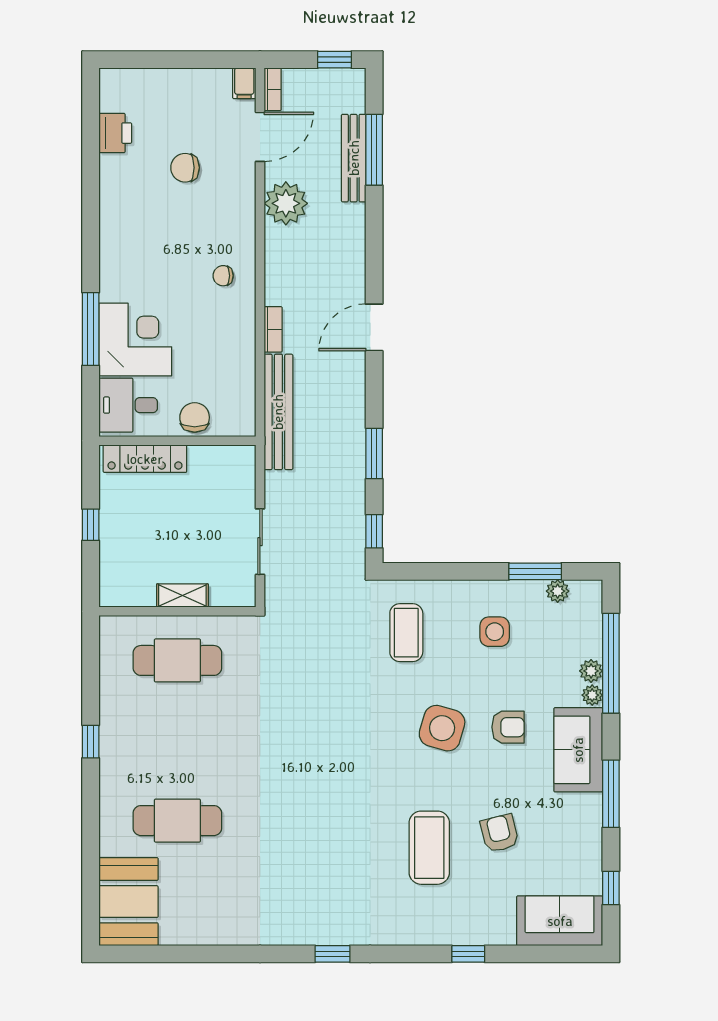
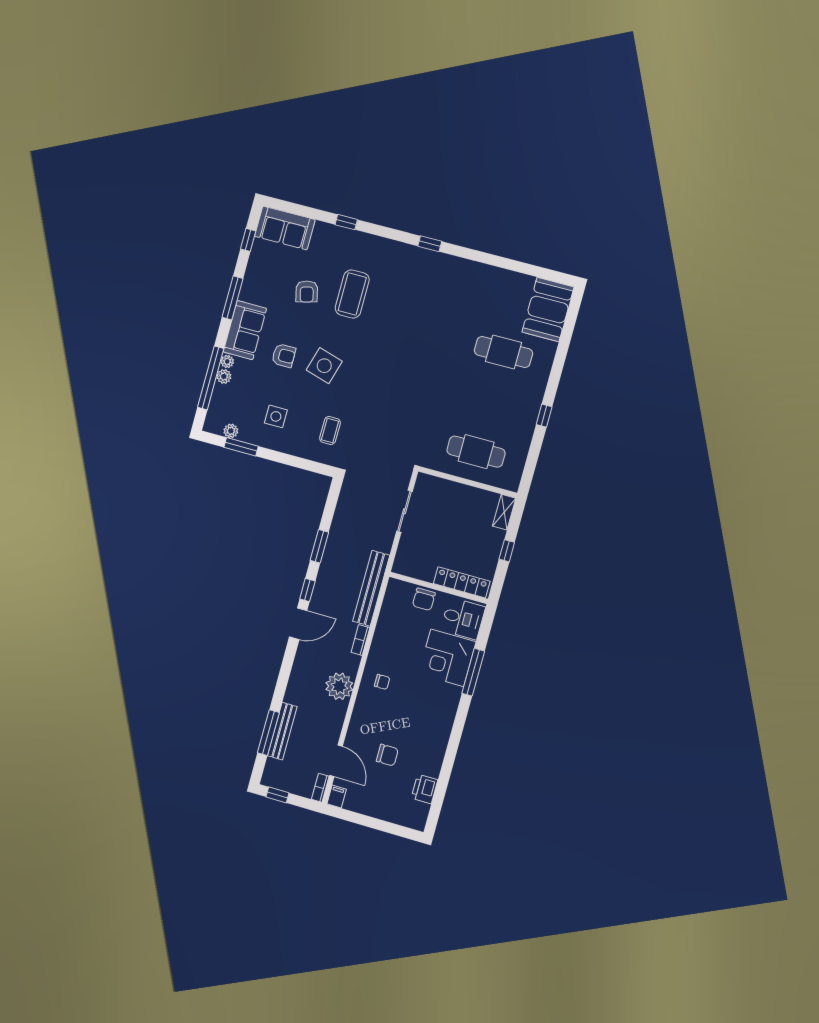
door: (260, 137) -> (336, 761), swing flipped
plant: (286, 203) -> (339, 686), moved
window: (374, 531) -> (307, 590), moved
shelving: (182, 596) -> (504, 512), moved, turned 90
coffee table: (406, 633) -> (330, 430), width x0.73, depth x0.77
armchair: (508, 727) -> (284, 356), turned 180

